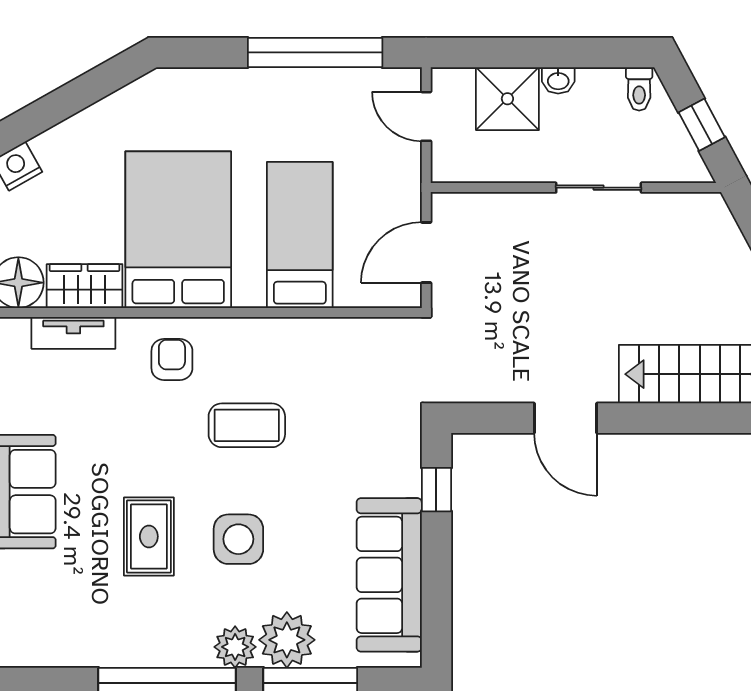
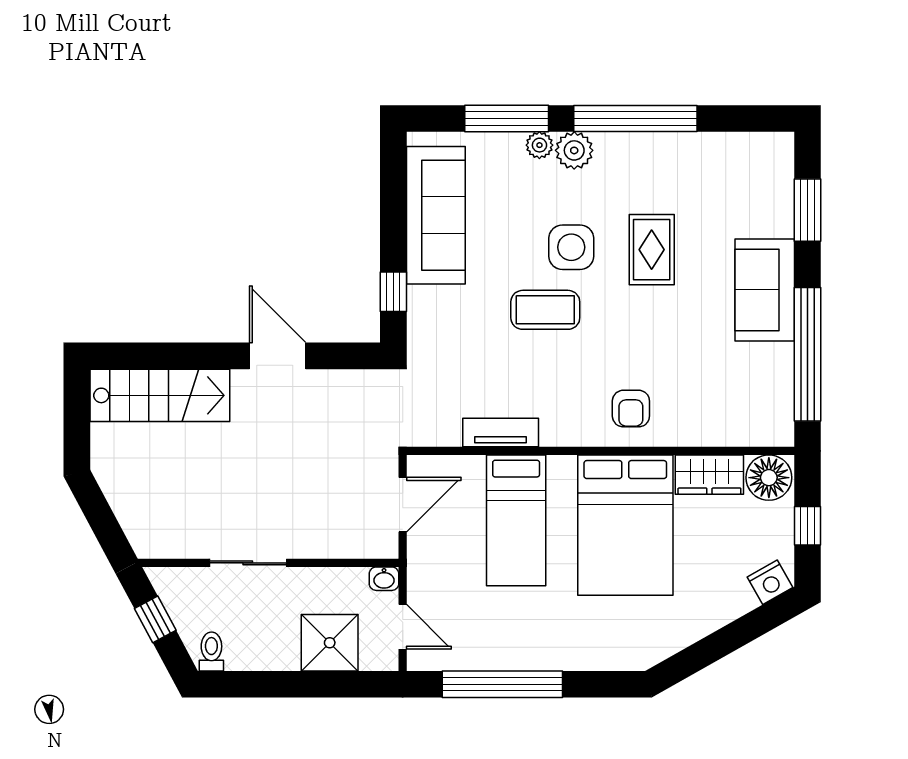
washbasin: (558, 80) -> (384, 579), moved, turned 180
tv unit: (73, 333) -> (501, 433), moved
coffee table: (247, 425) -> (545, 310), moved
plant: (287, 640) -> (539, 145), width x0.53, depth x0.53

